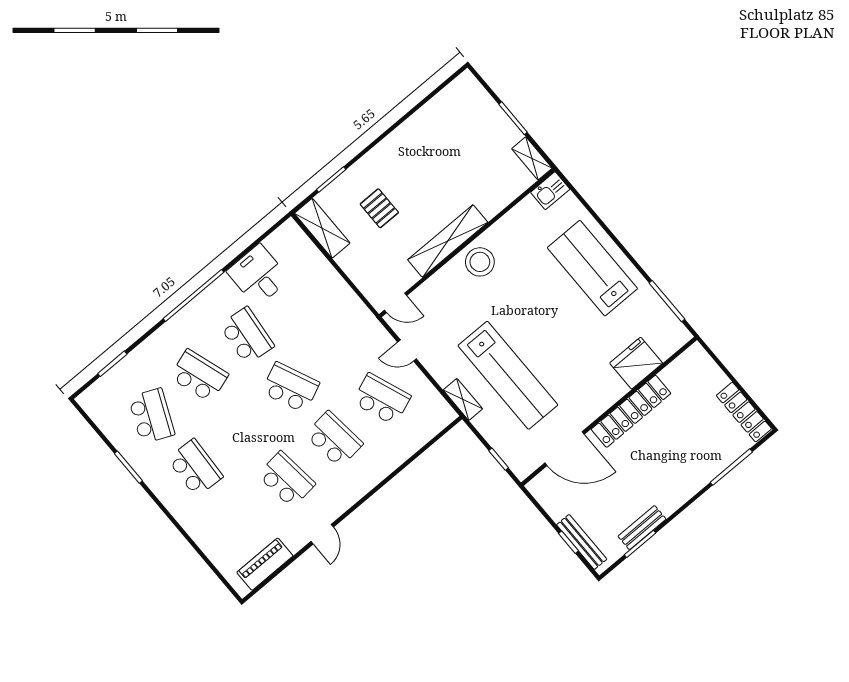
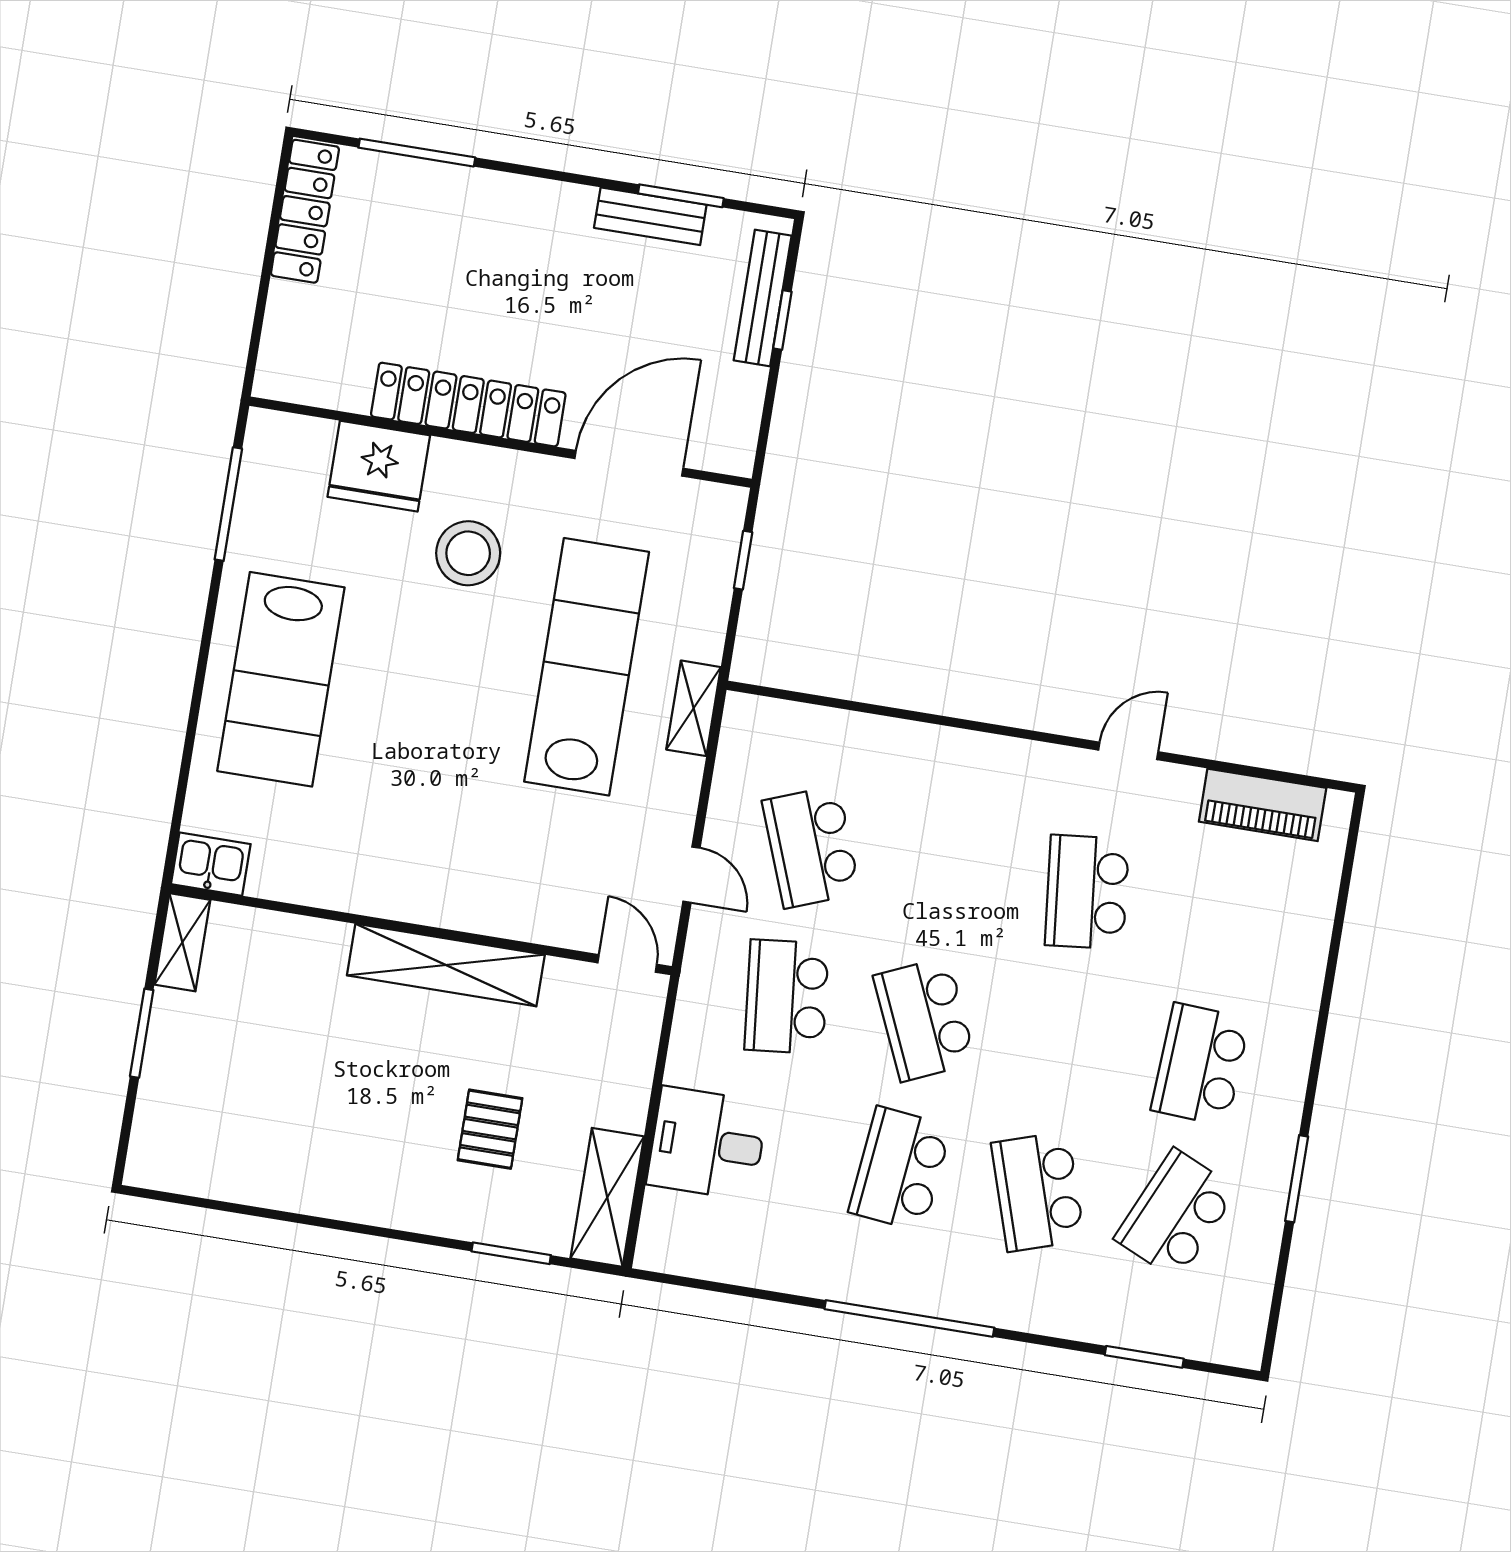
stool: (480, 262) -> (468, 553), moved
desk: (258, 275) -> (707, 1143), moved, turned 90
school desk: (334, 439) -> (787, 997), moved
door: (565, 449) -> (629, 463), hinge flipped

